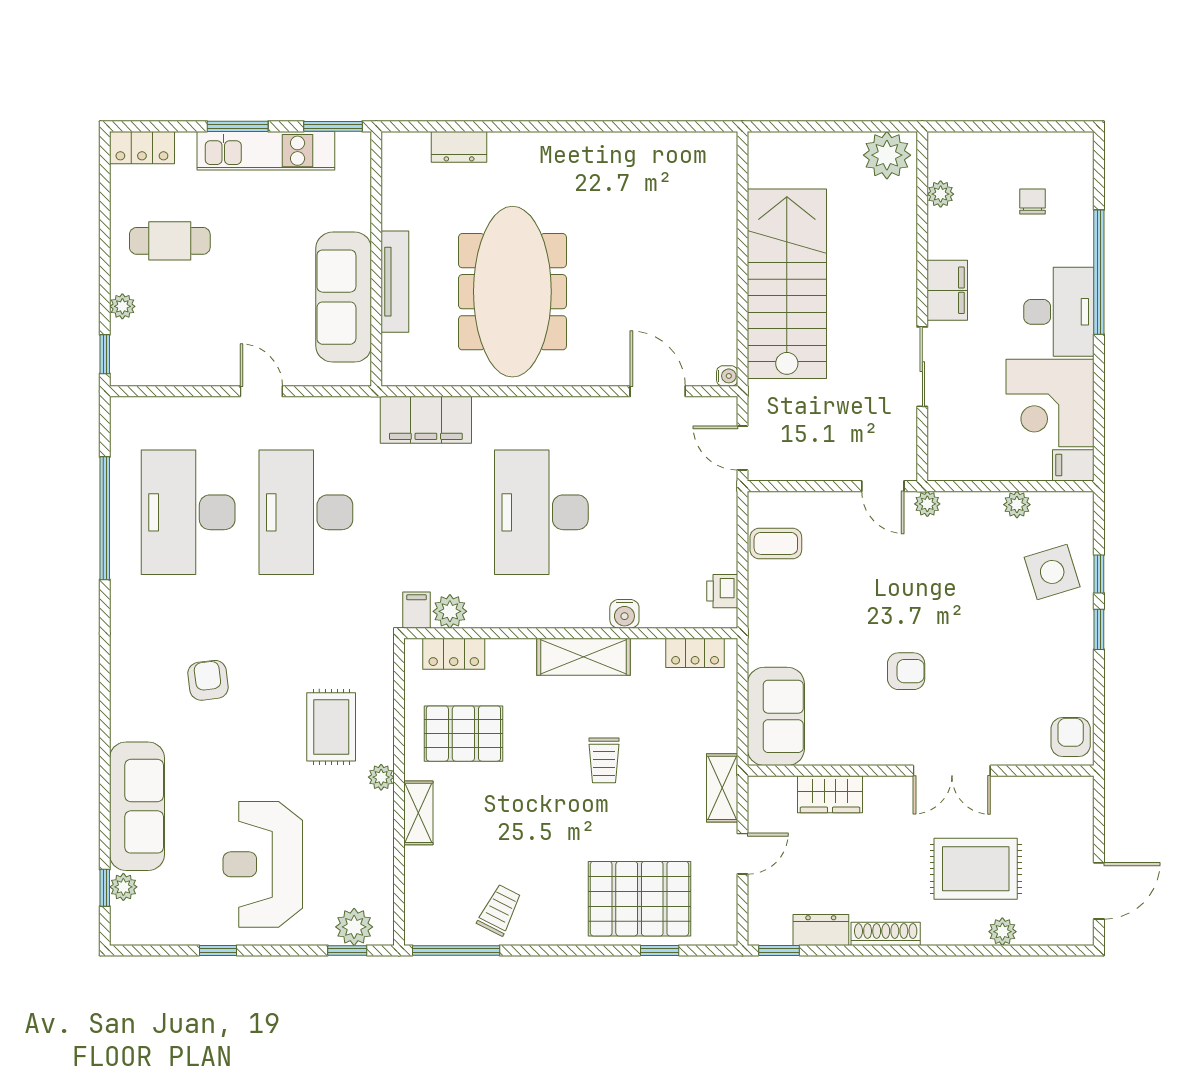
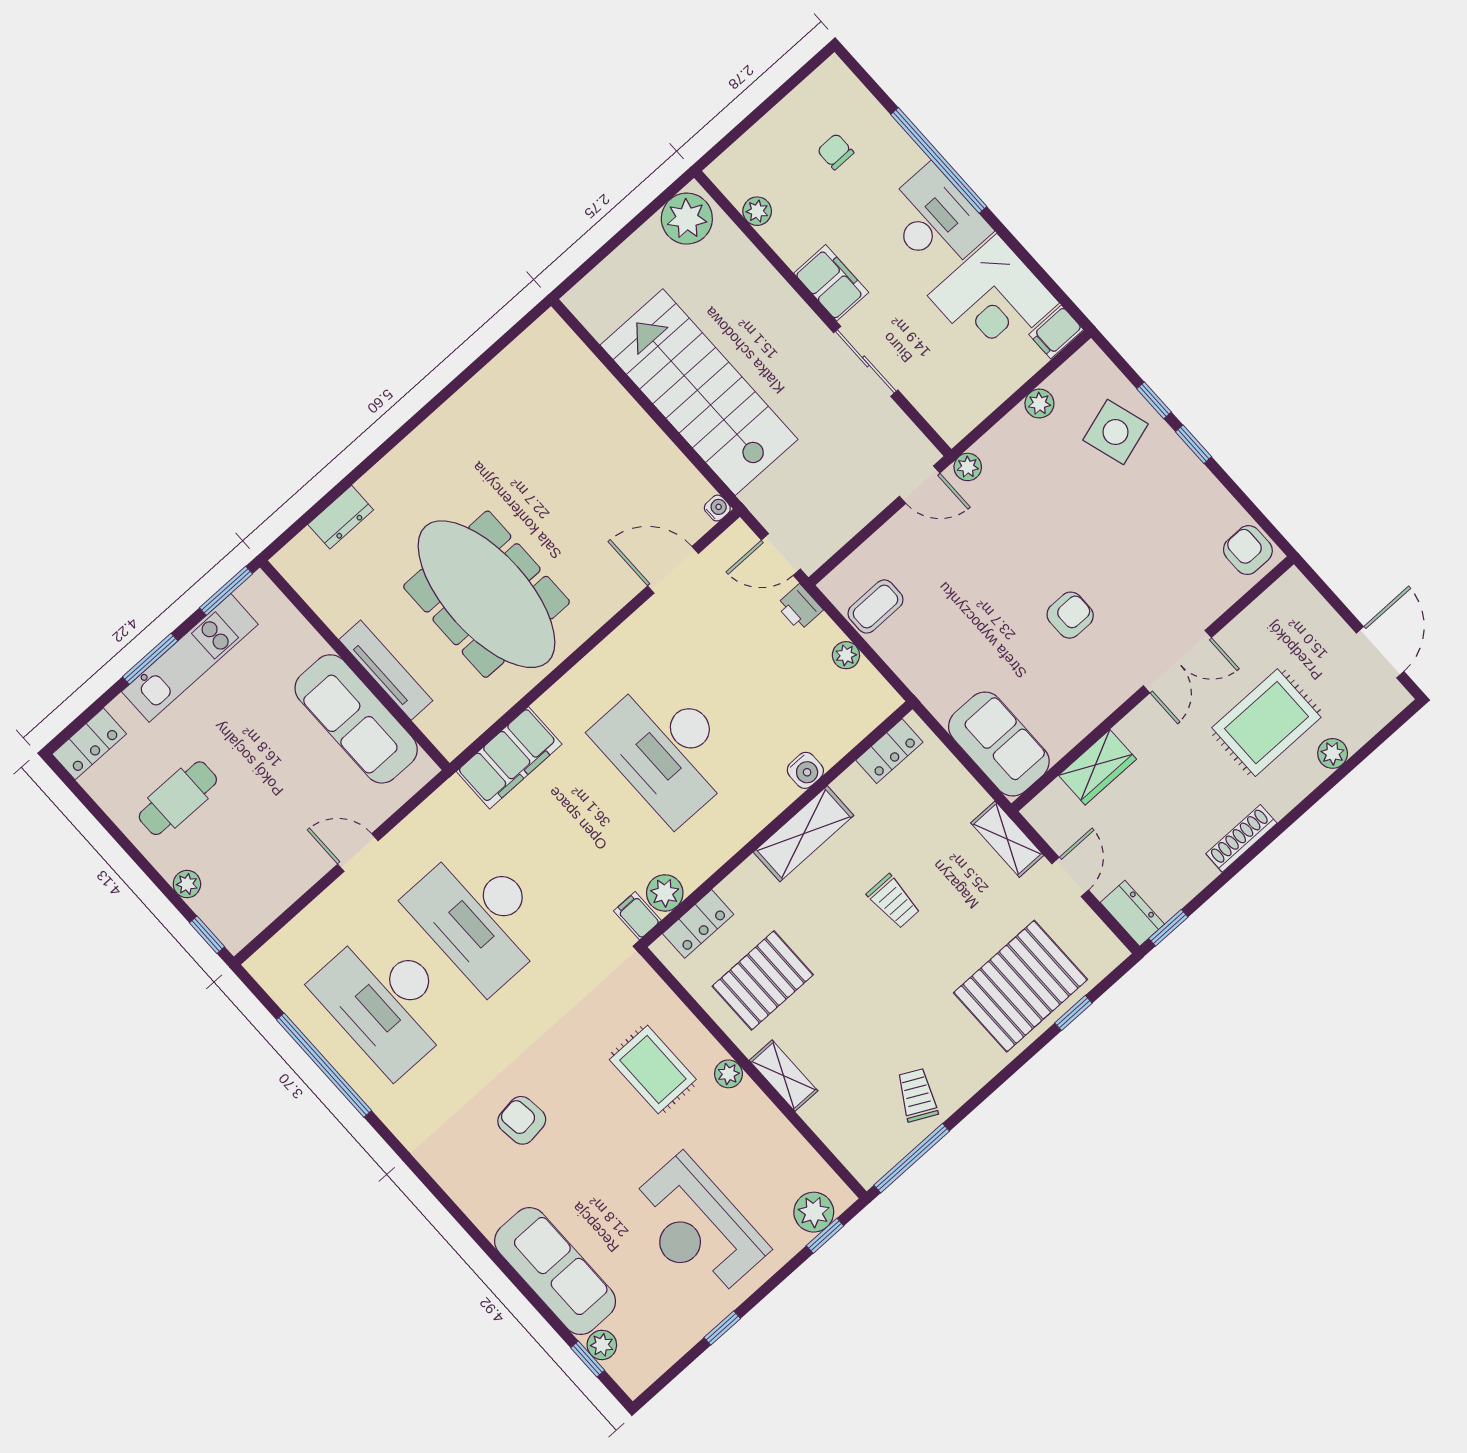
plant: (725, 559) -> (846, 655), added
printer: (722, 591) -> (799, 607), moved
dresser: (821, 930) -> (1132, 913), moved, turned 90

